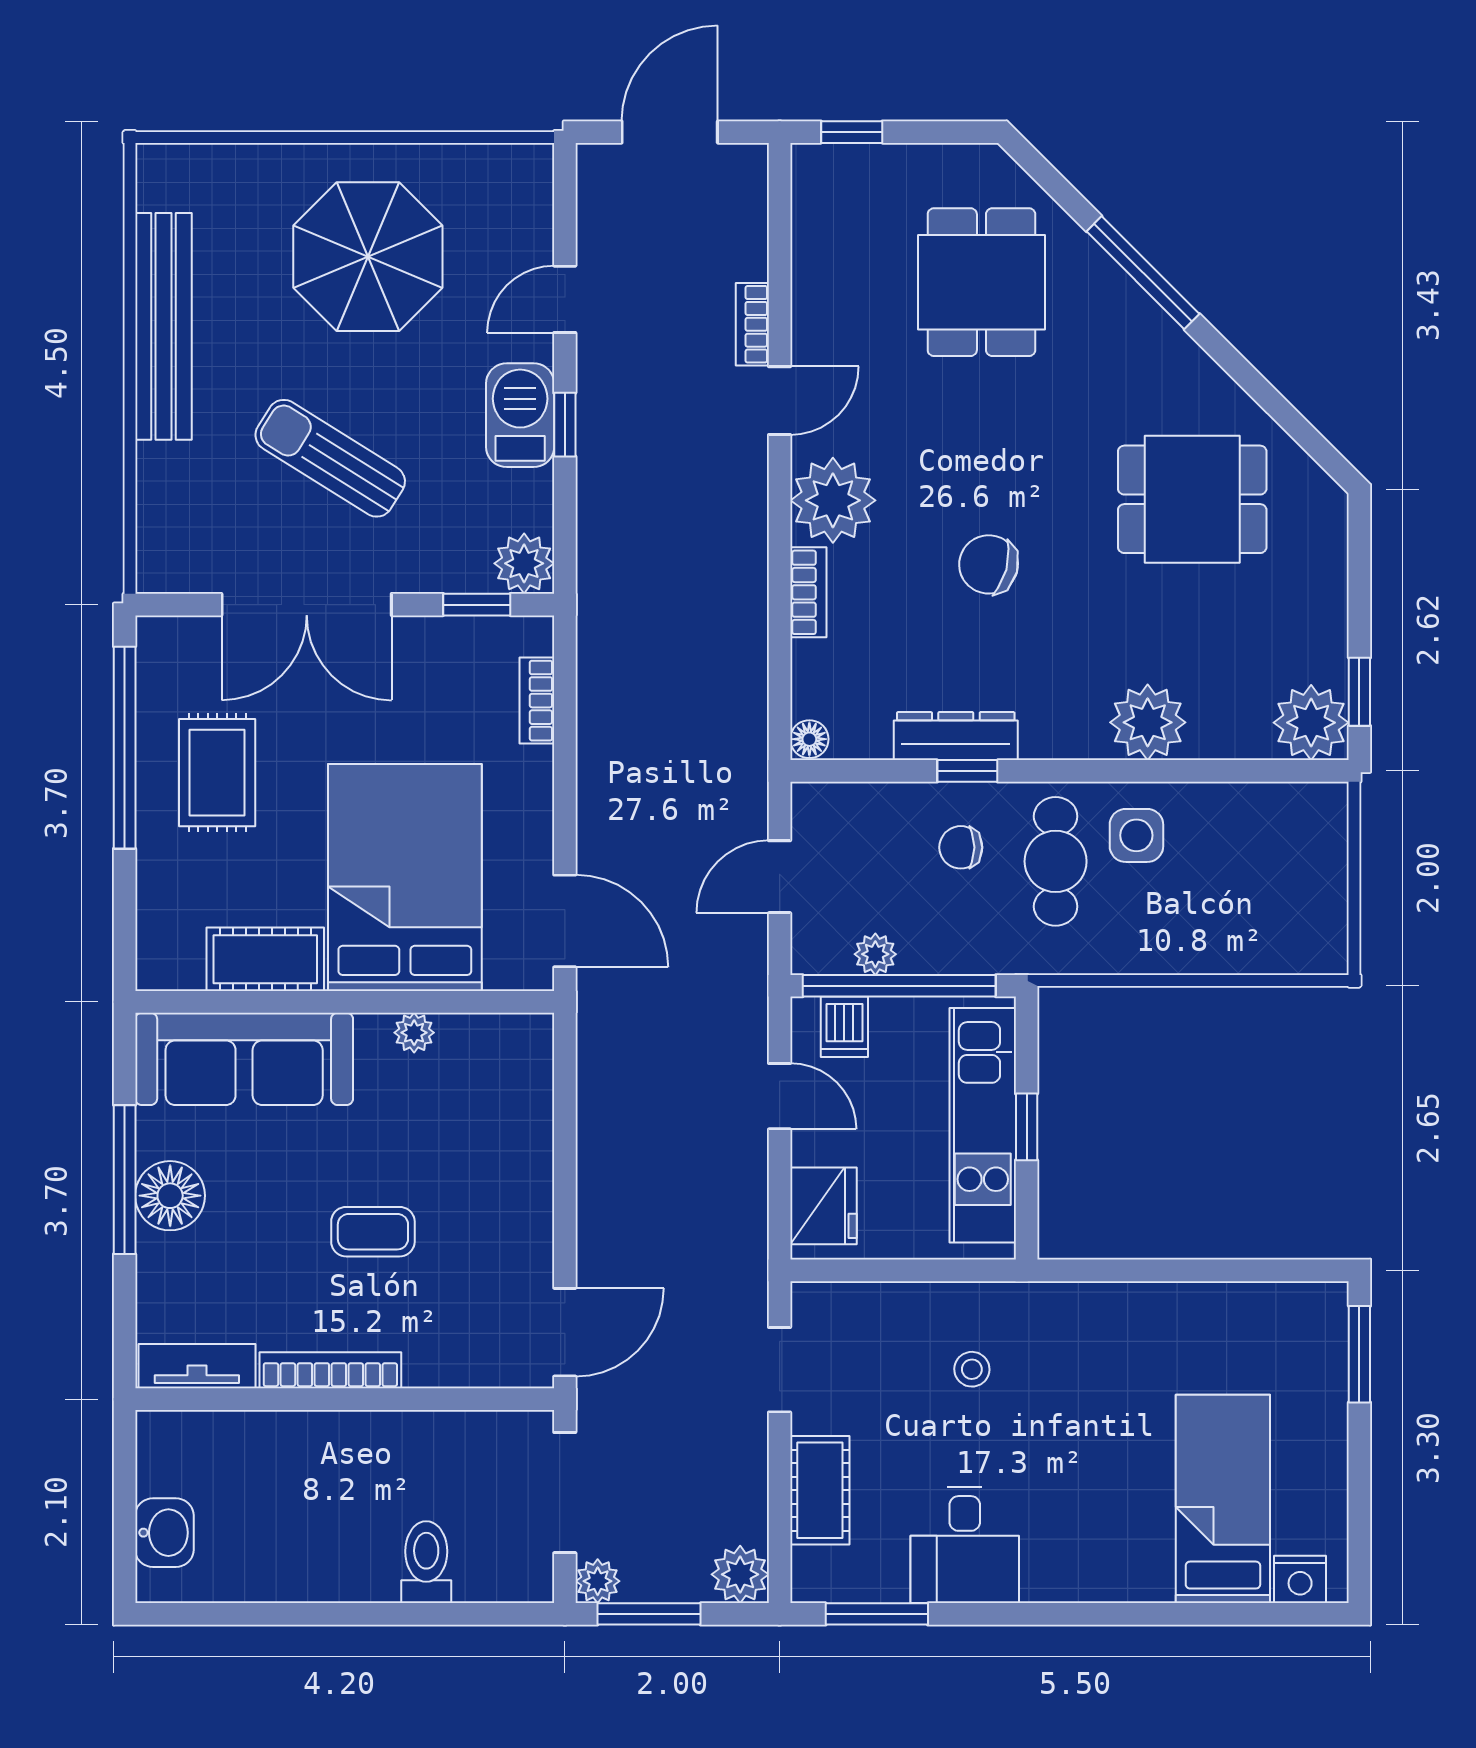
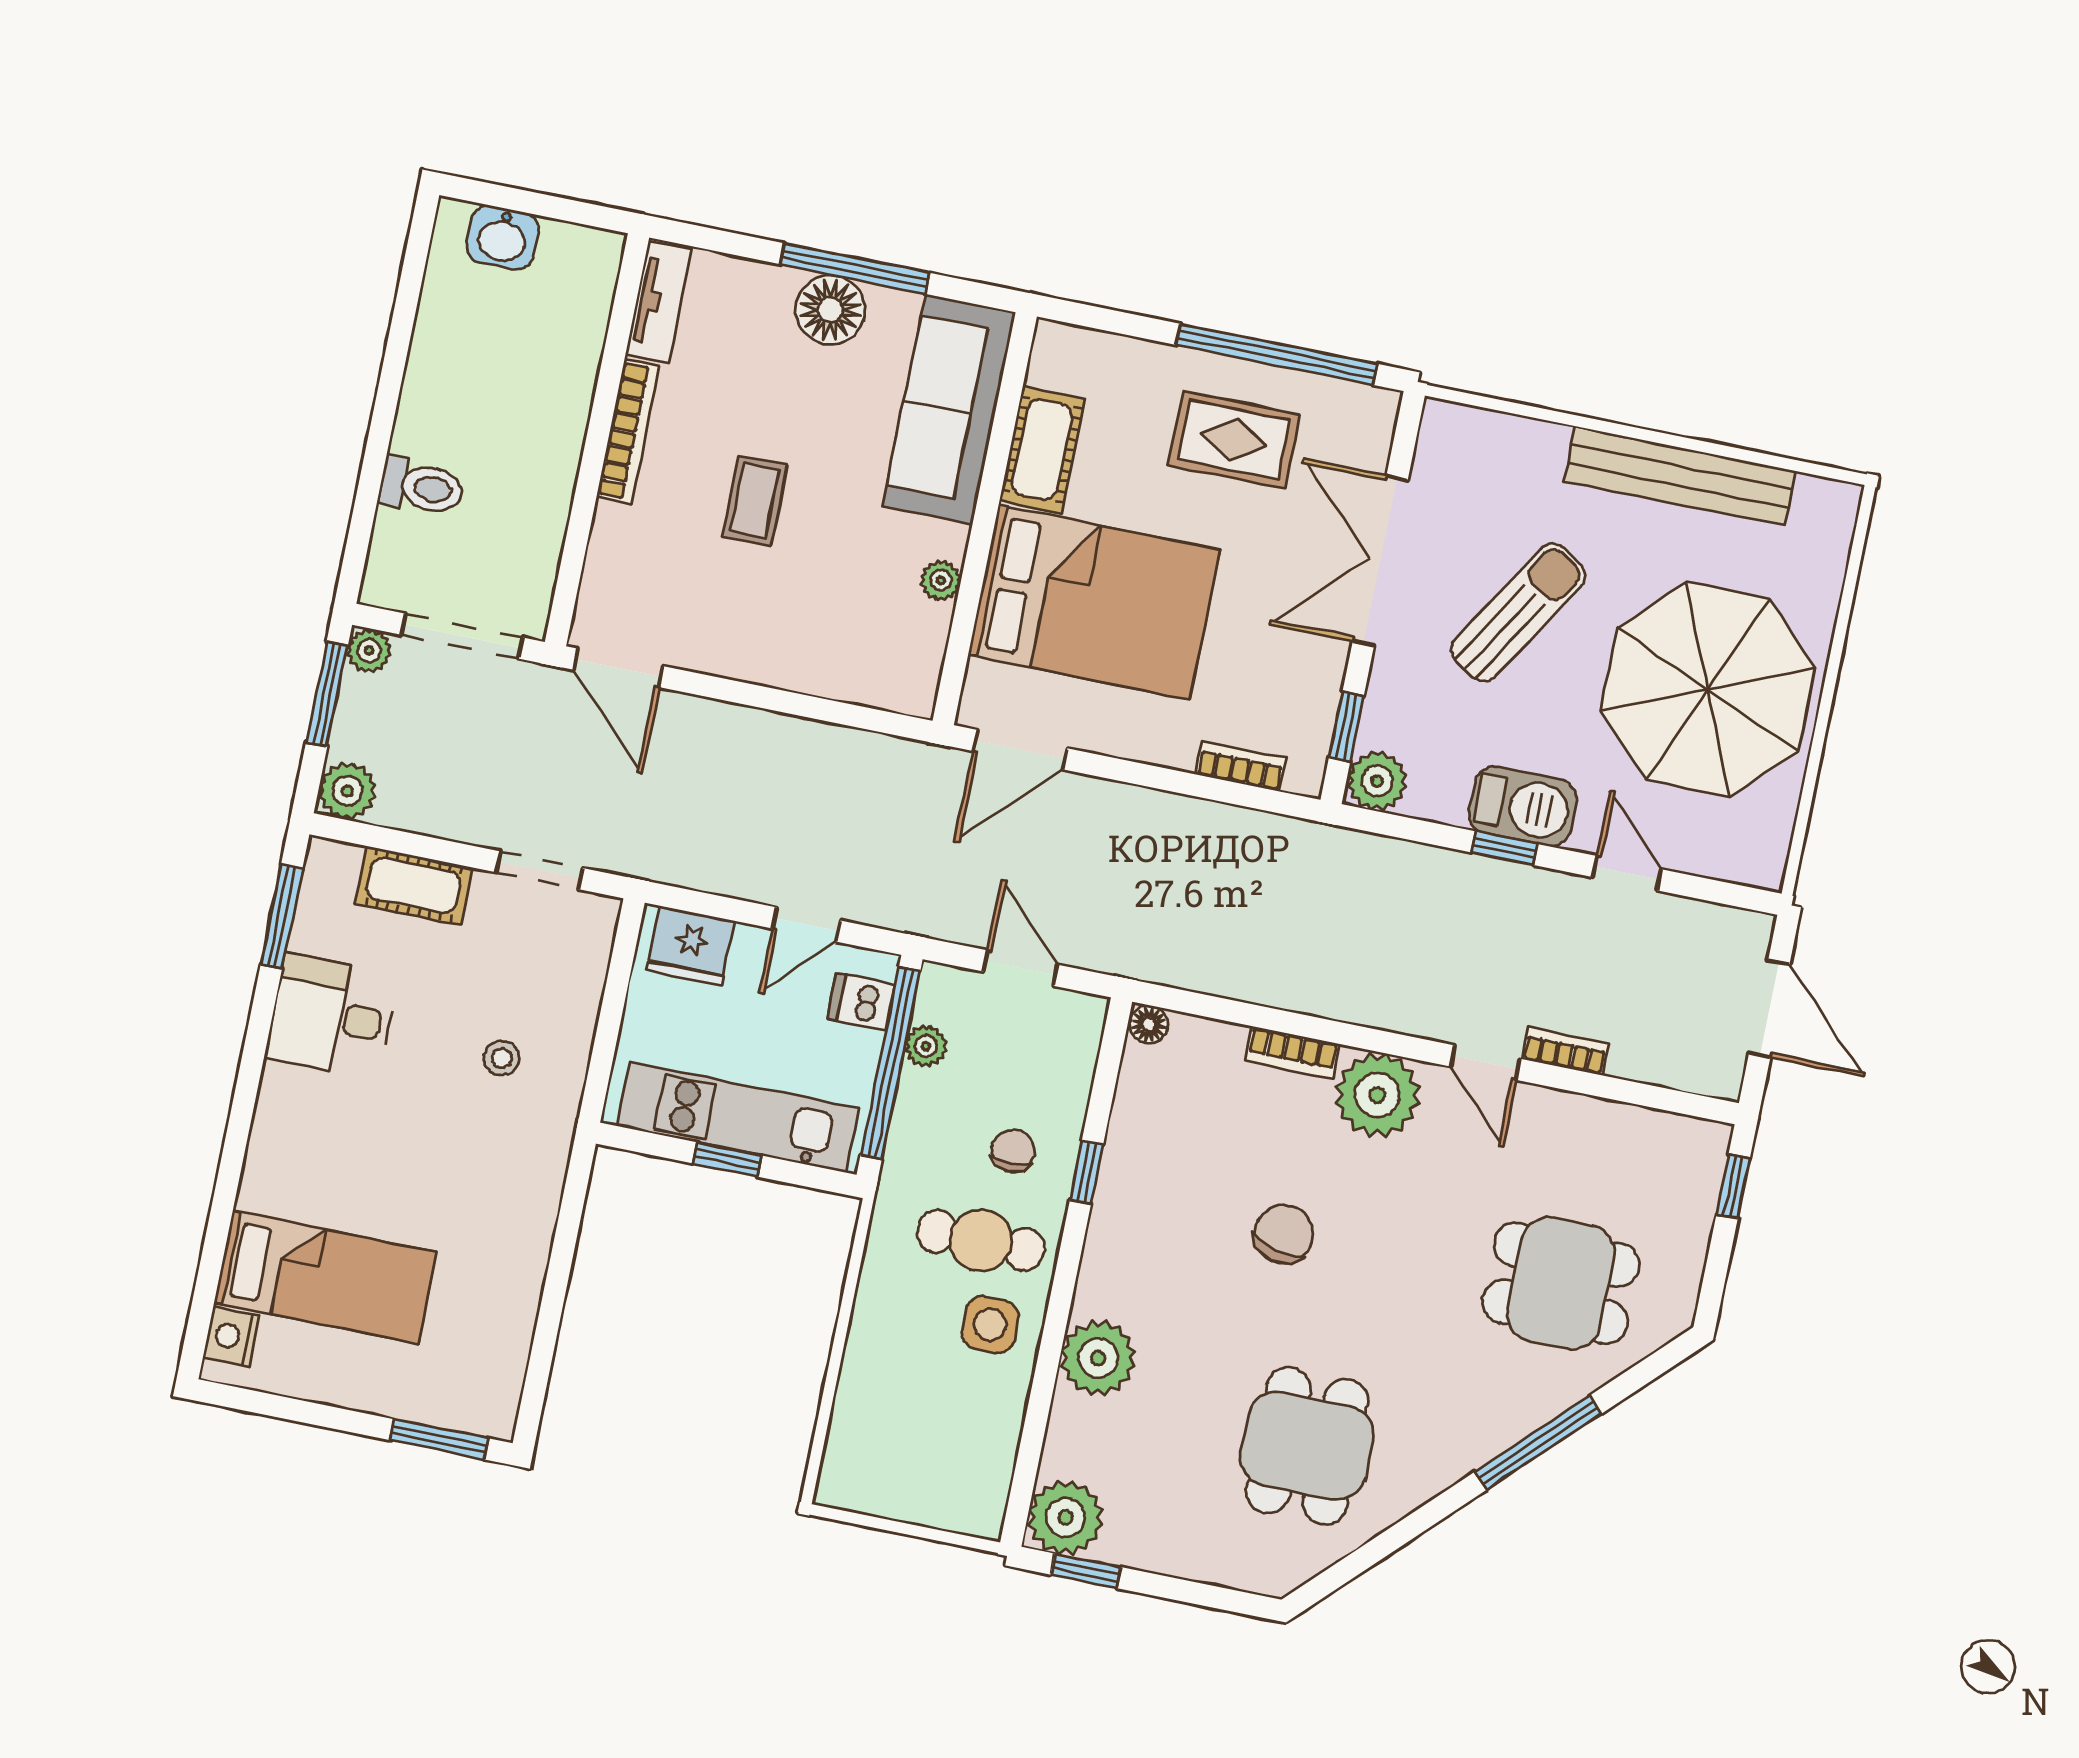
parasol: (368, 257) -> (1708, 689), width x1.36, depth x1.36
dresser: (956, 736) -> (1123, 1168), removed

